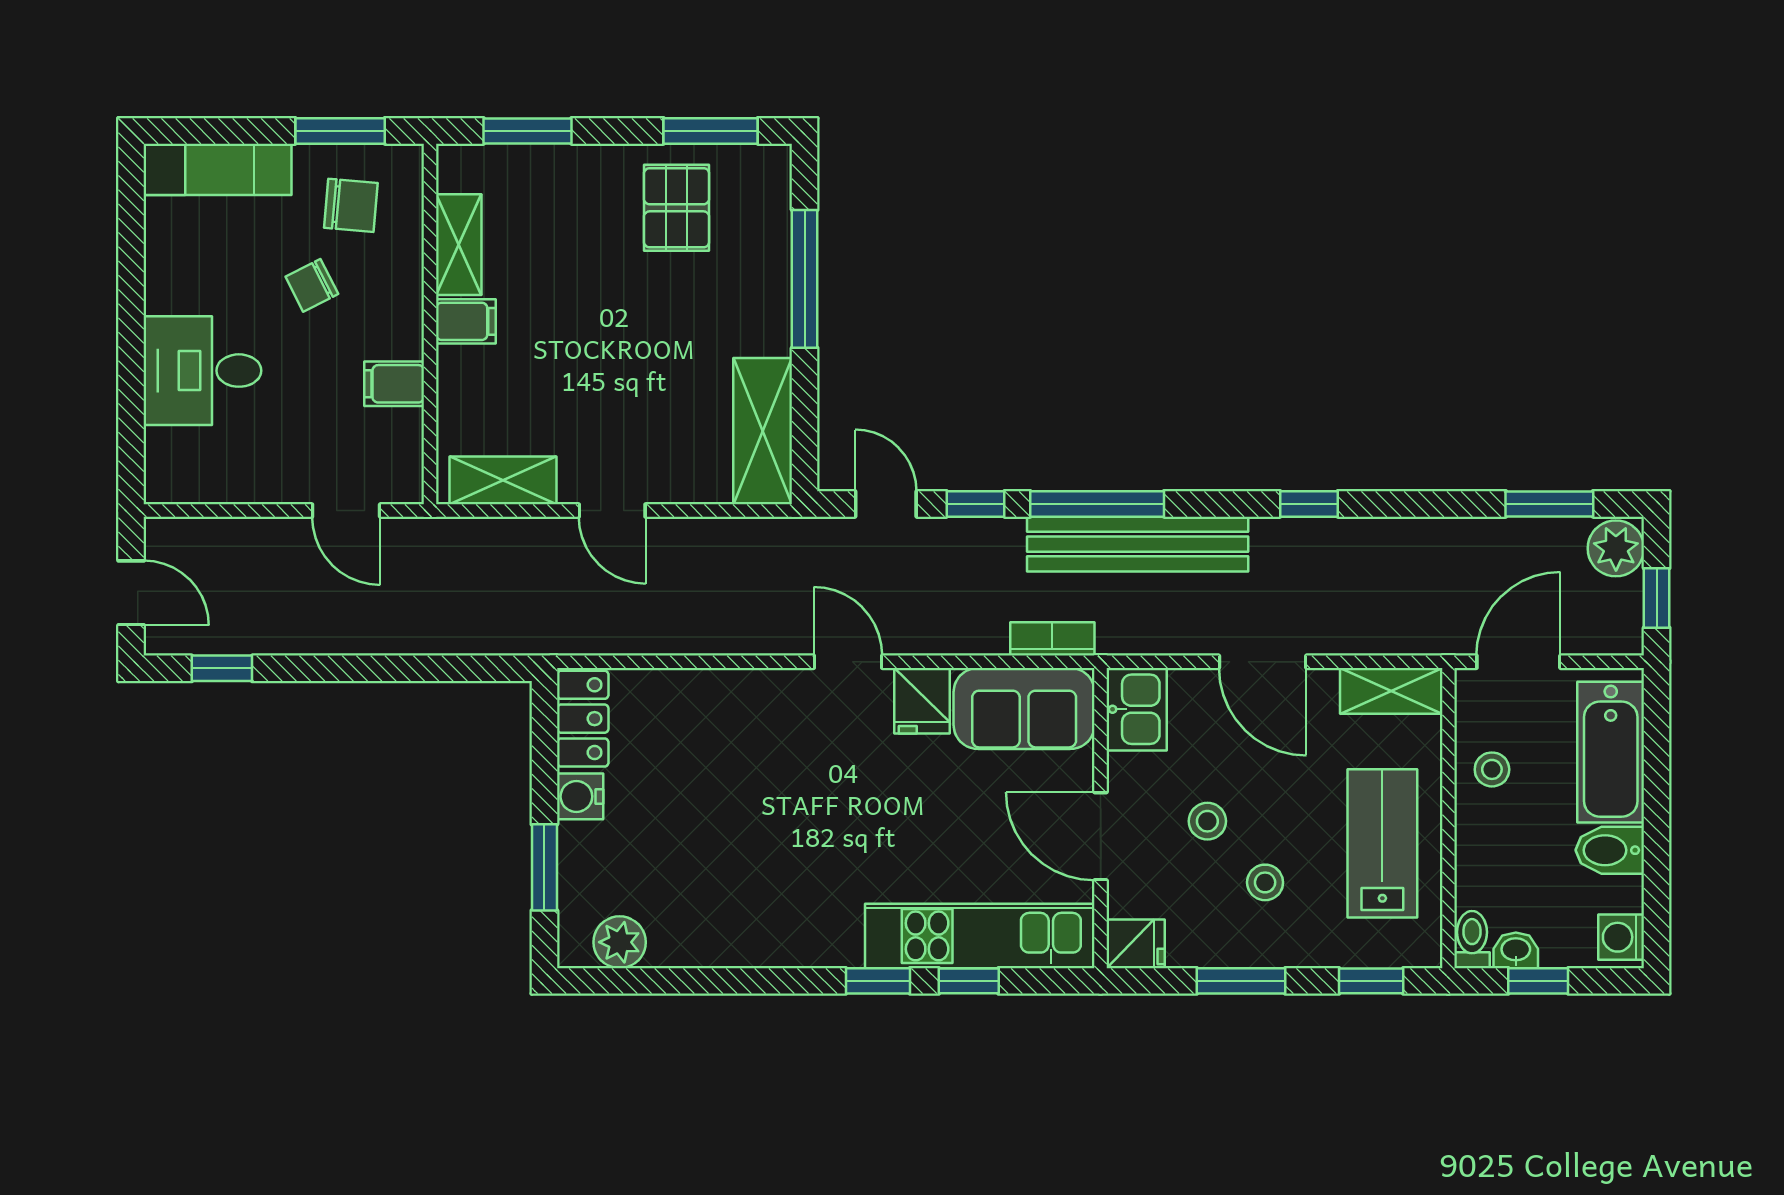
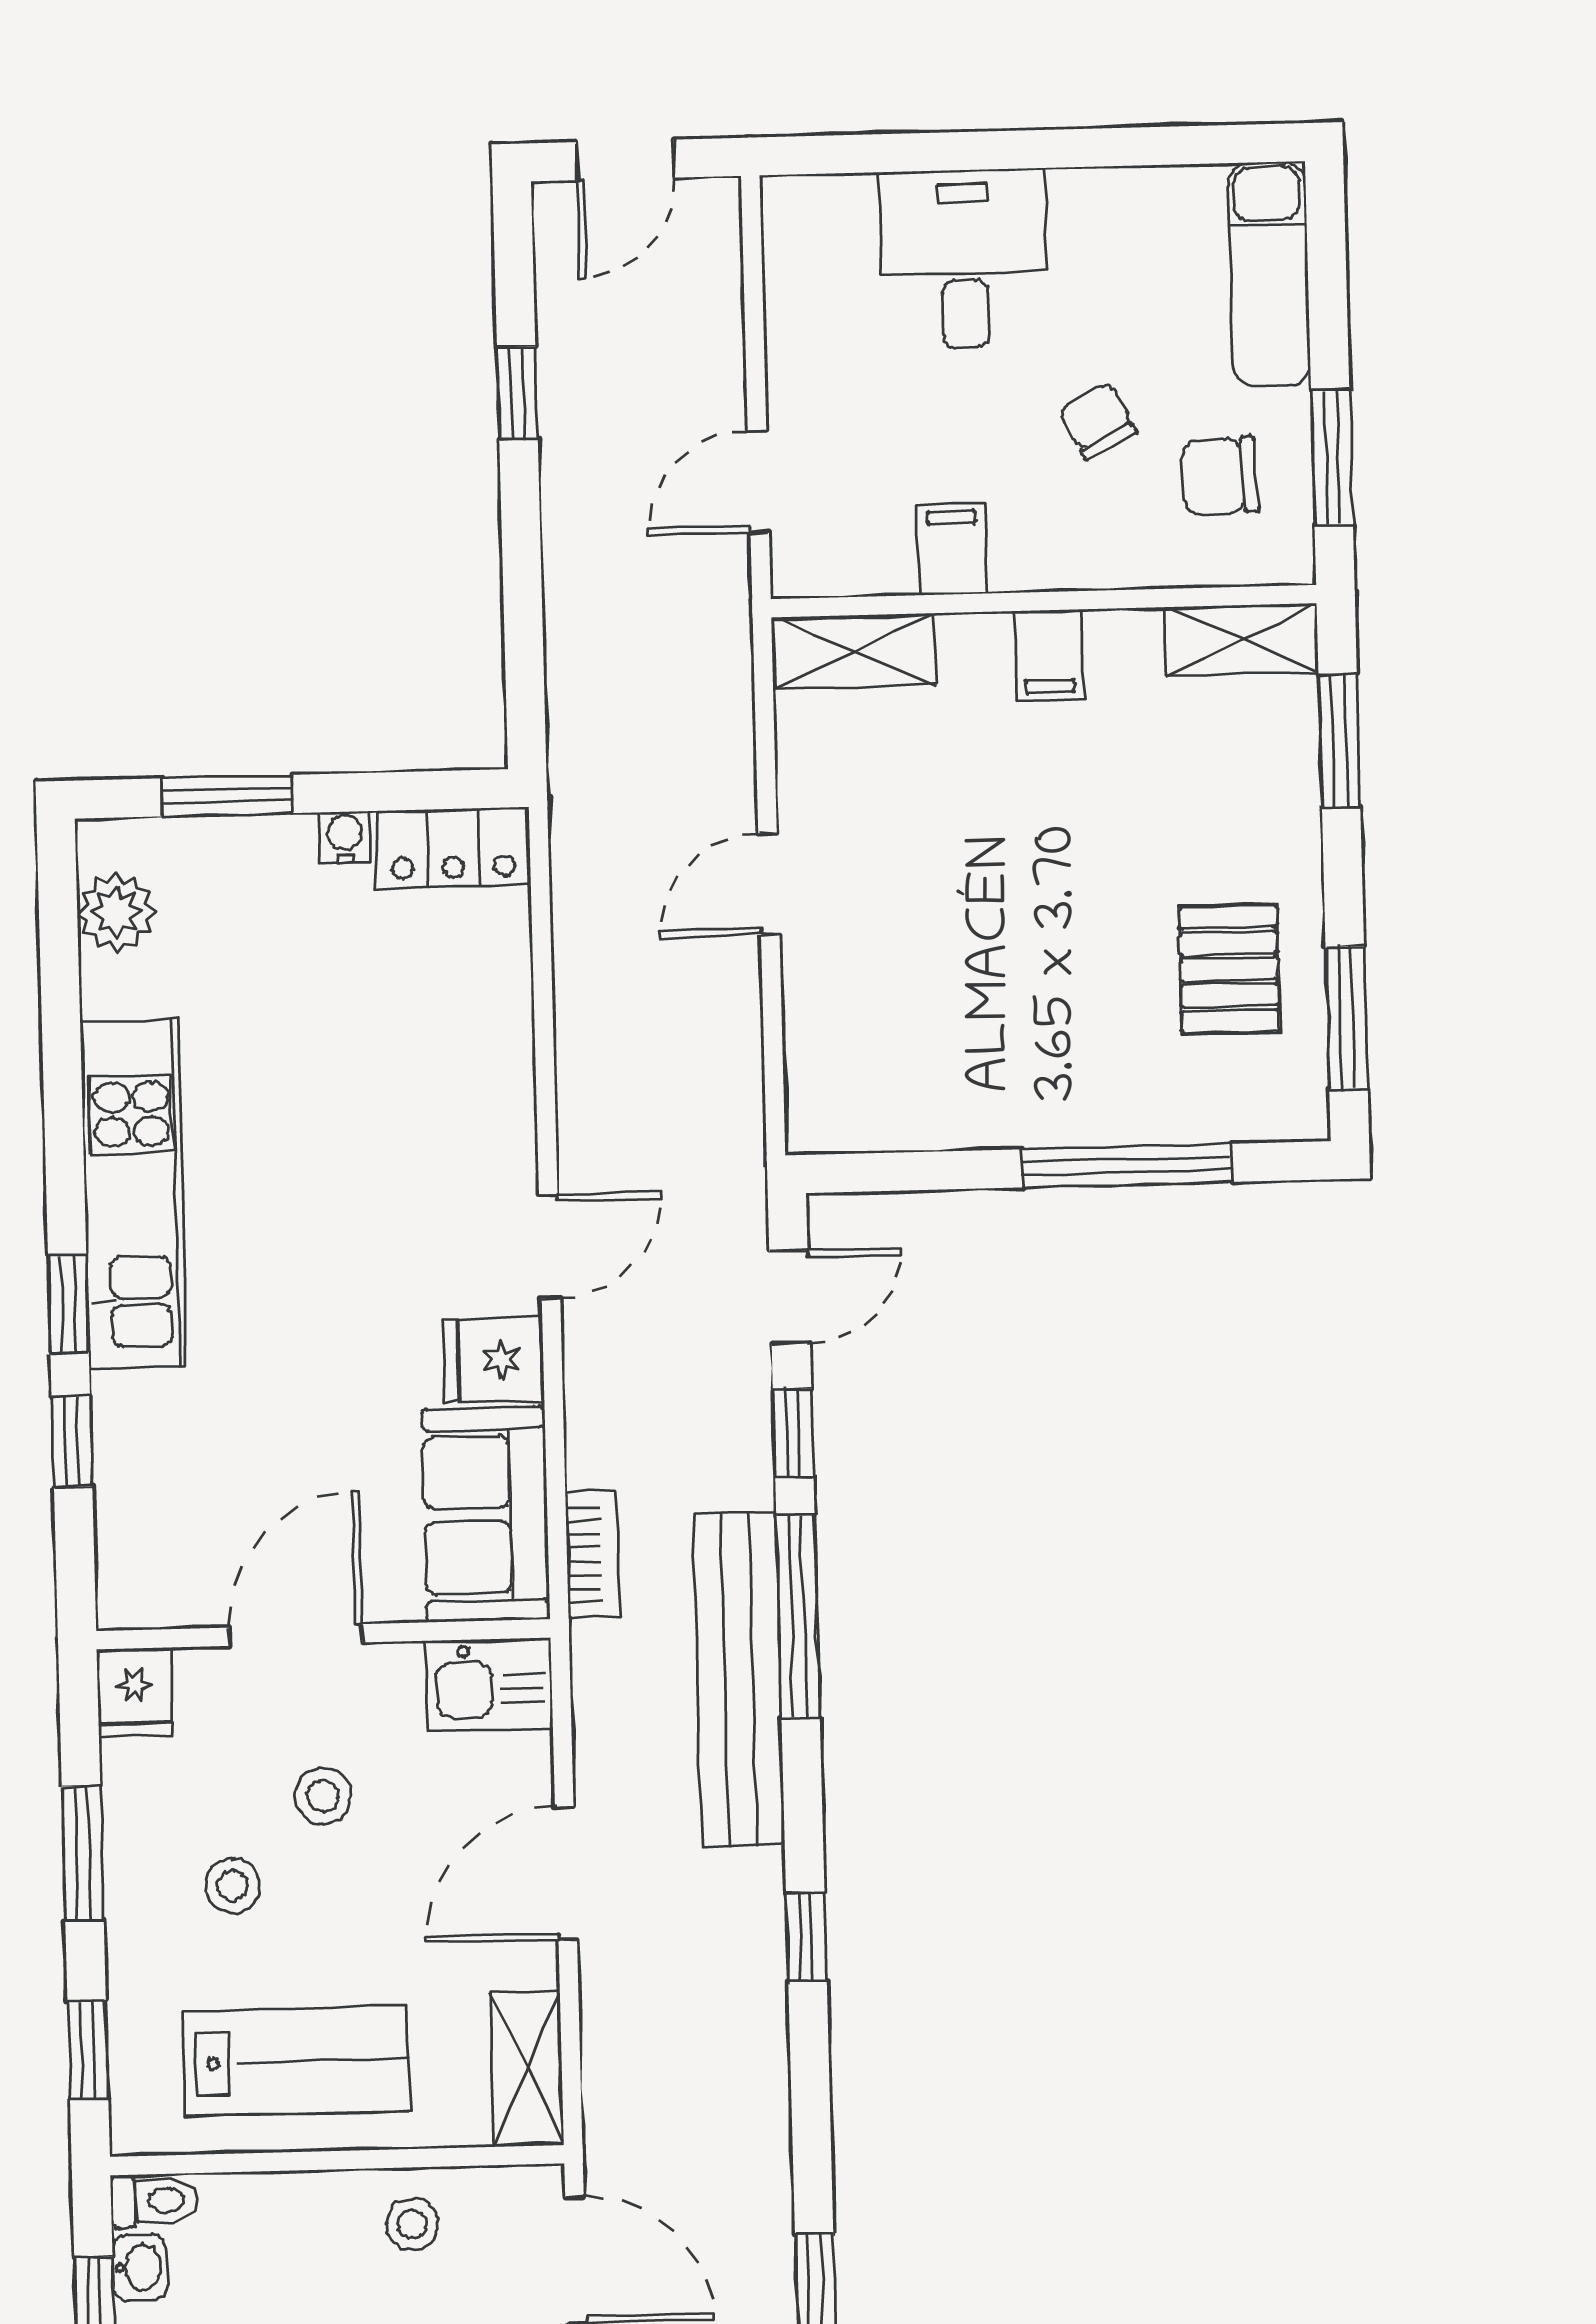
chair: (351, 205) -> (1220, 477), turned 82
pallet: (677, 208) -> (1229, 969), turned 90
shelving: (459, 245) -> (1241, 639), moved
shelving: (763, 431) -> (895, 1108), removed
shelving: (503, 480) -> (854, 652), moved, turned 90
window: (222, 668) -> (517, 393), moved
water cooler: (580, 796) -> (345, 837), width x0.72, depth x0.72
kitchen unit: (980, 936) -> (133, 1194), moved

